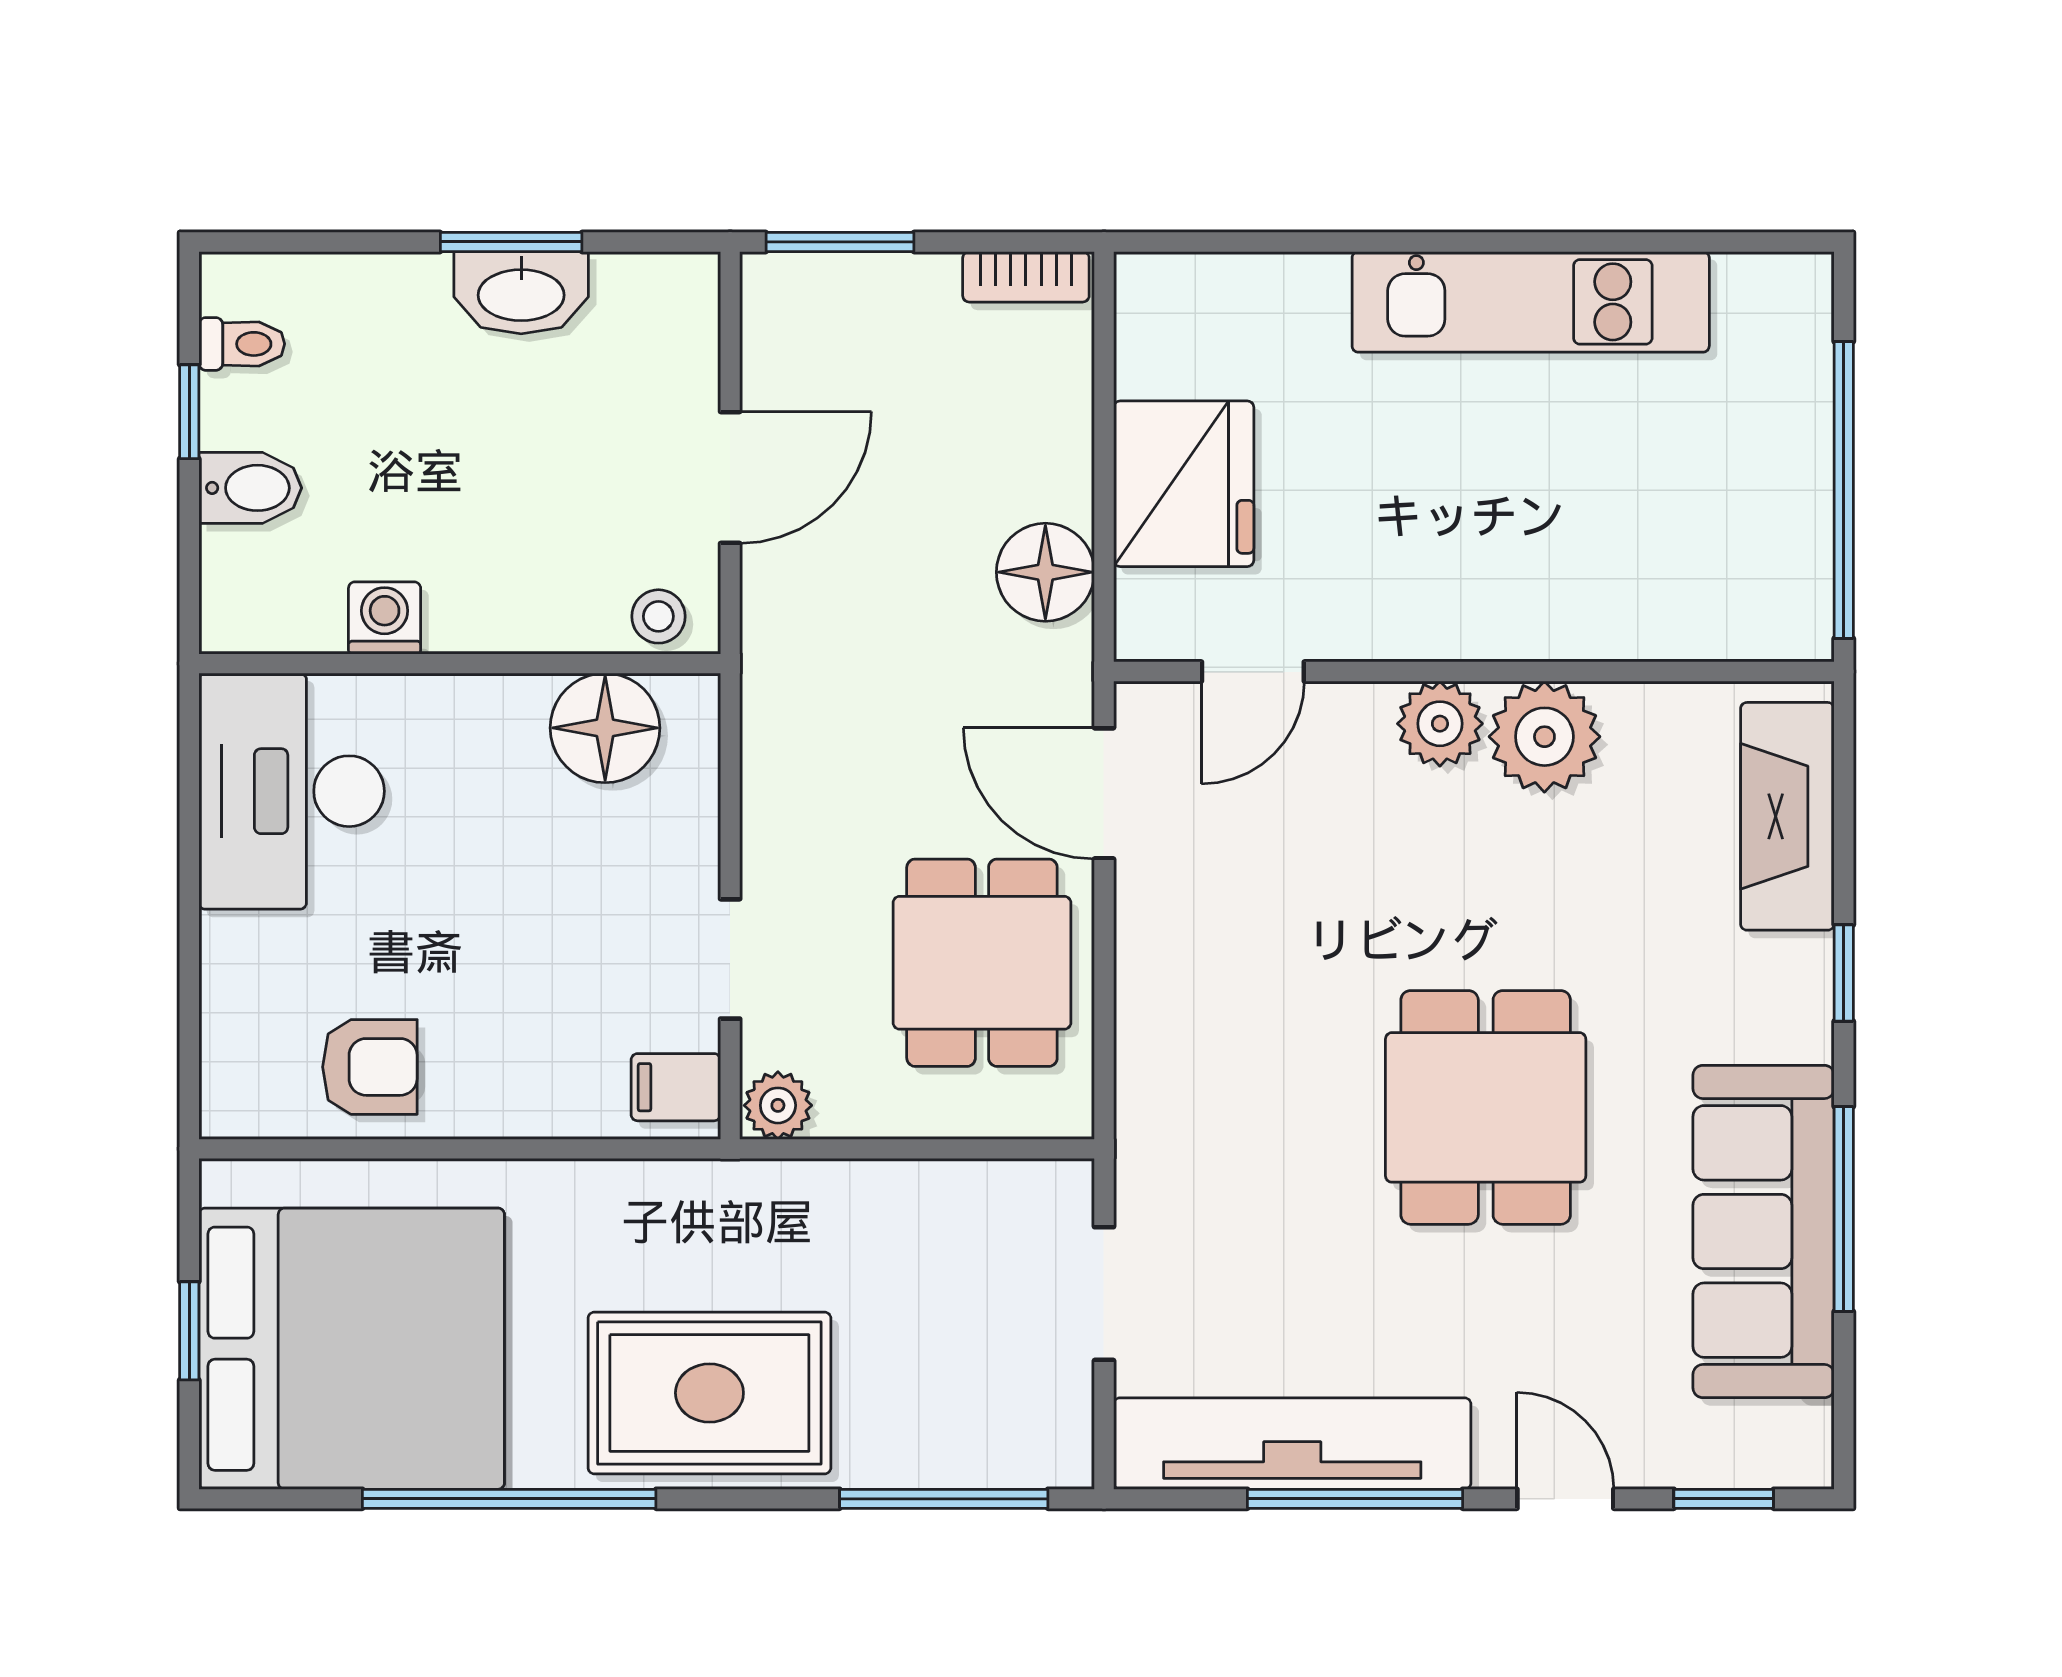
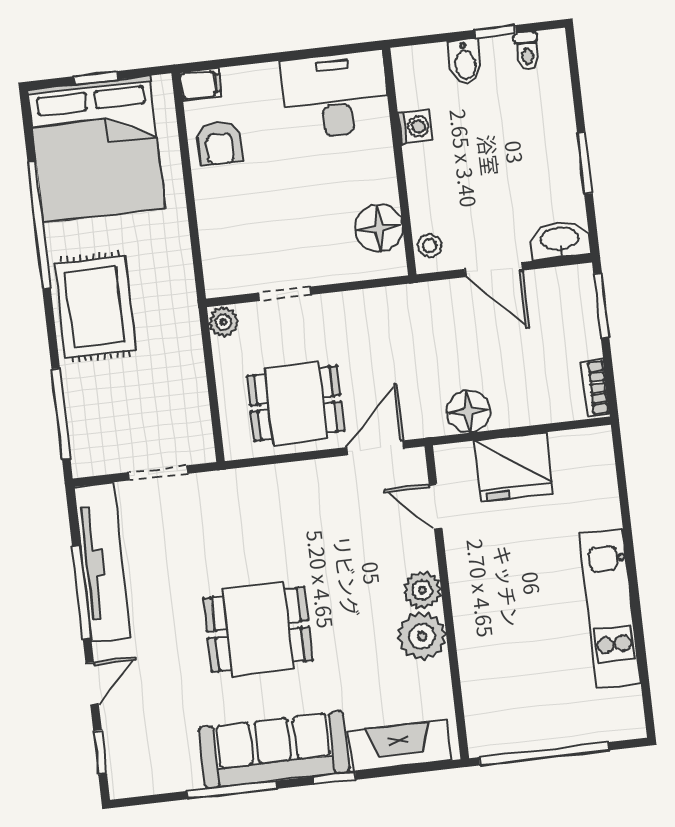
washbasin: (521, 293) -> (560, 240), moved, turned 90
filing cabinet: (676, 1087) -> (201, 85), moved, turned 90
sofa: (1764, 1231) -> (274, 750), moved

